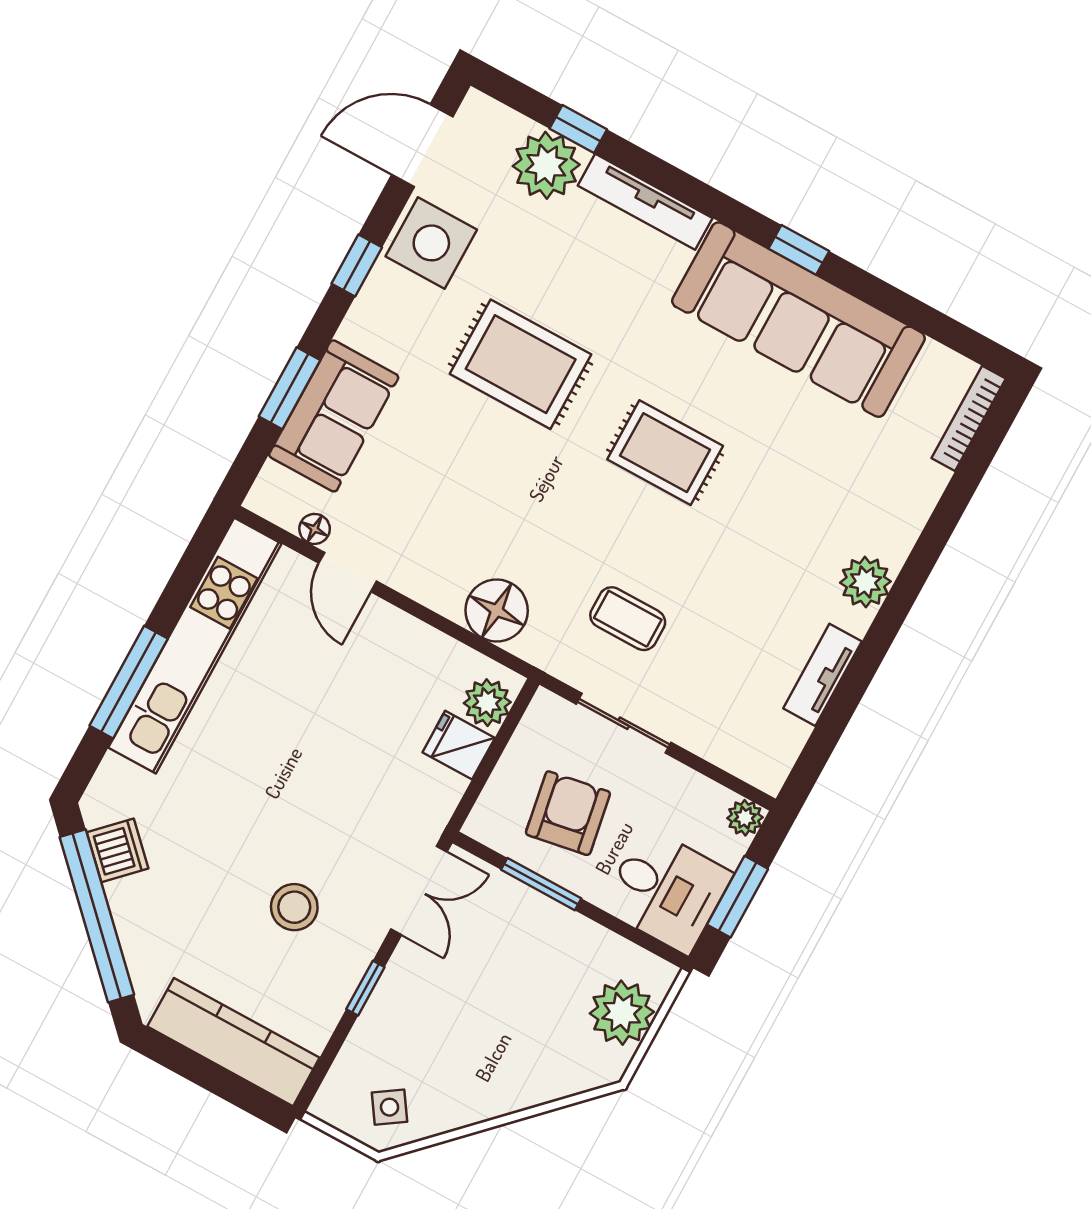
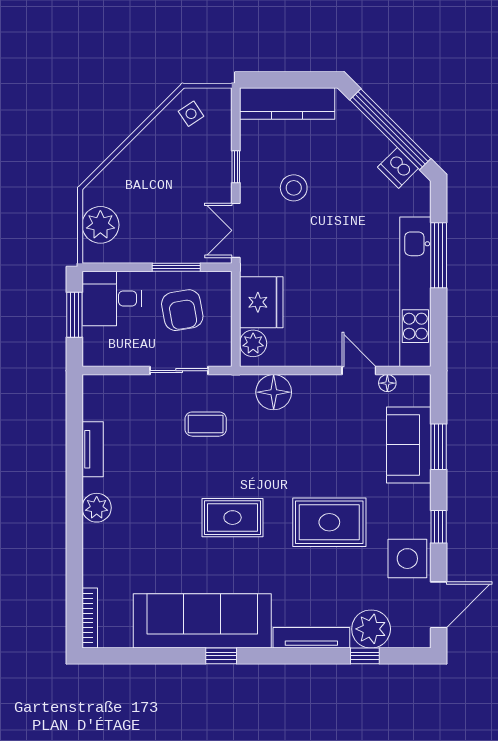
fridge: (459, 745) -> (261, 302), width x1.88, depth x1.34
plant: (745, 818) -> (92, 356), removed

